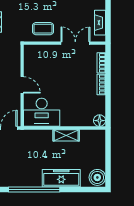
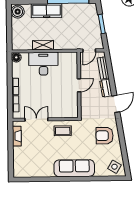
double door: (75, 43) -> (36, 119), swing flipped
door: (22, 85) -> (79, 85), swing flipped
desk: (42, 112) -> (43, 64), moved

